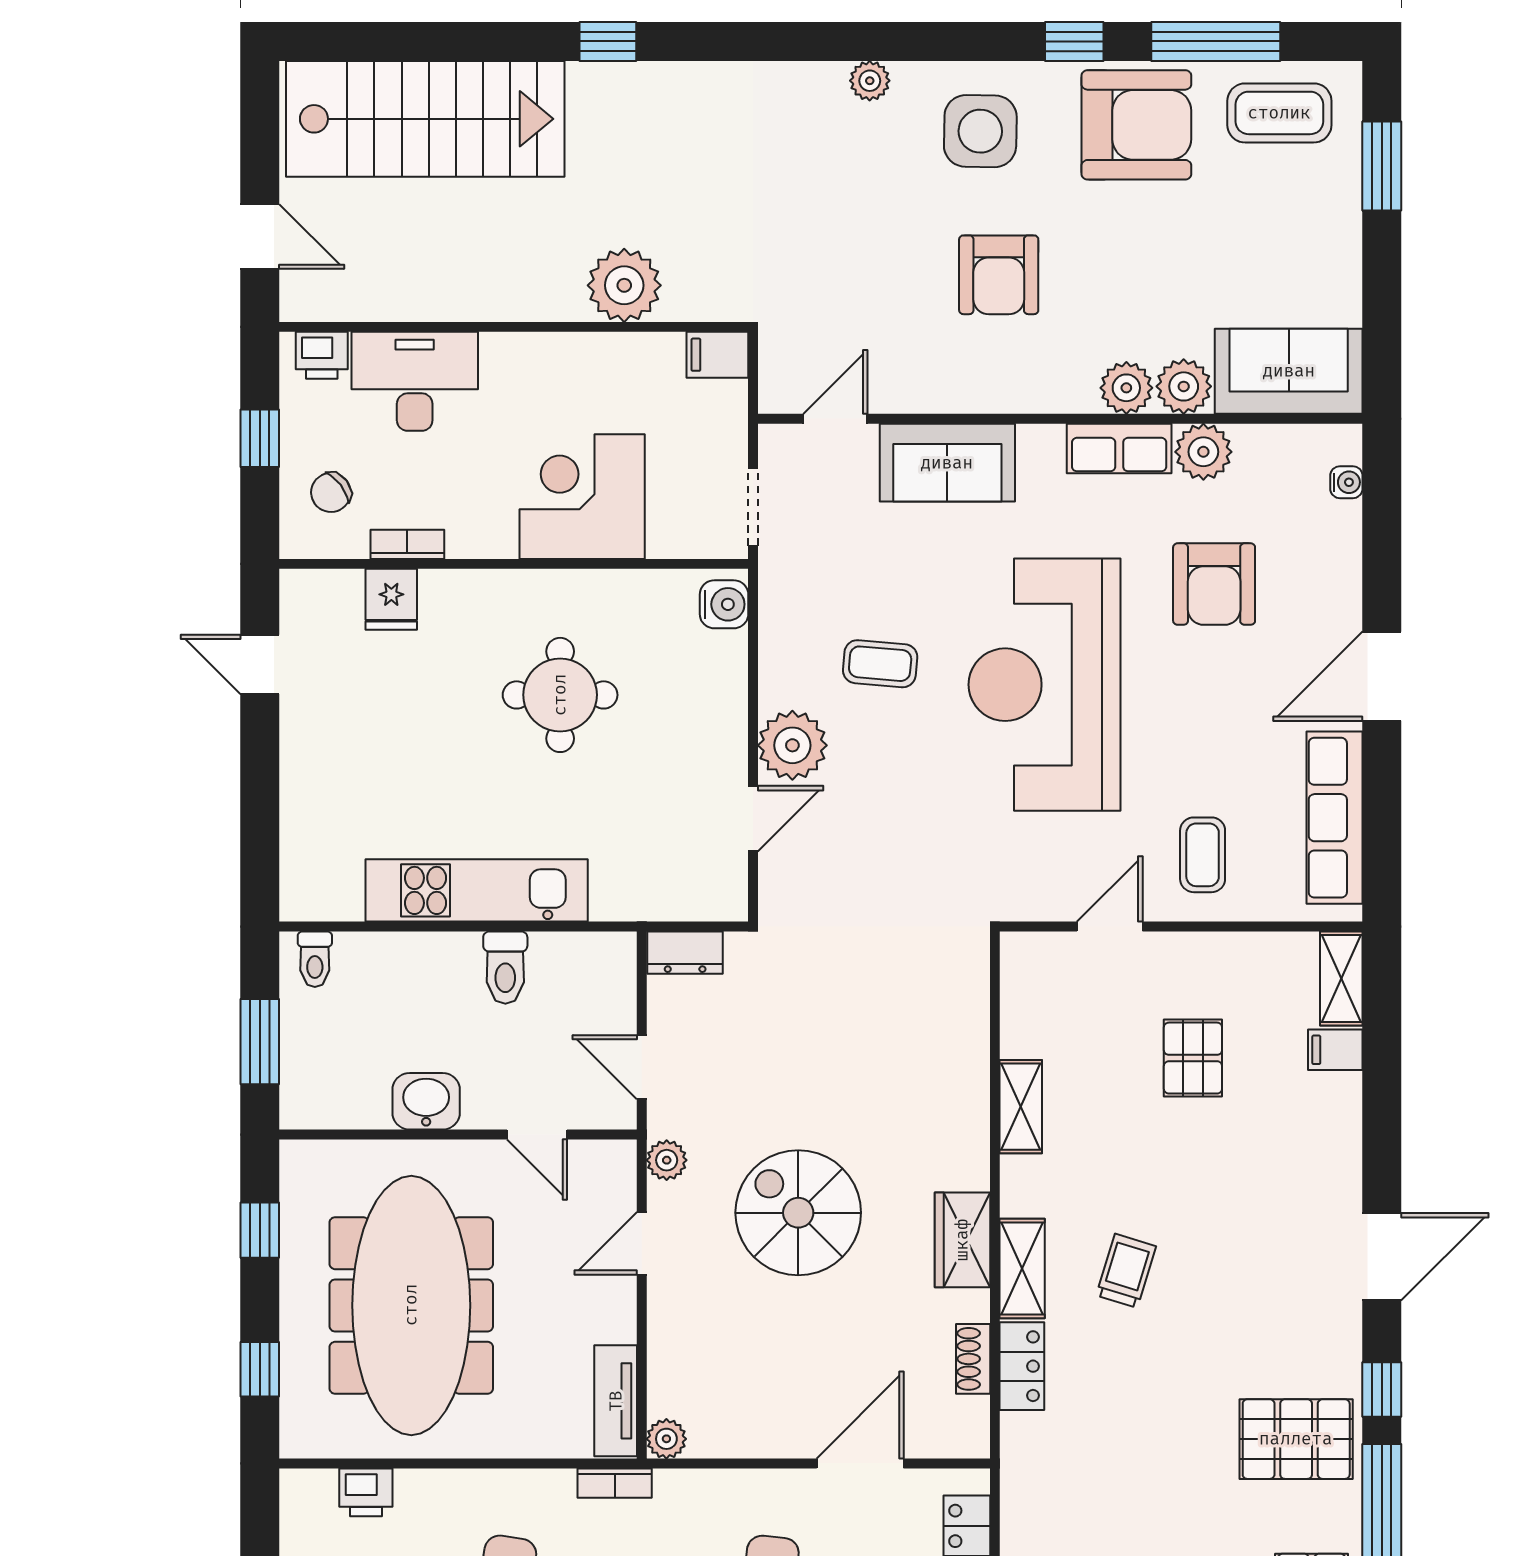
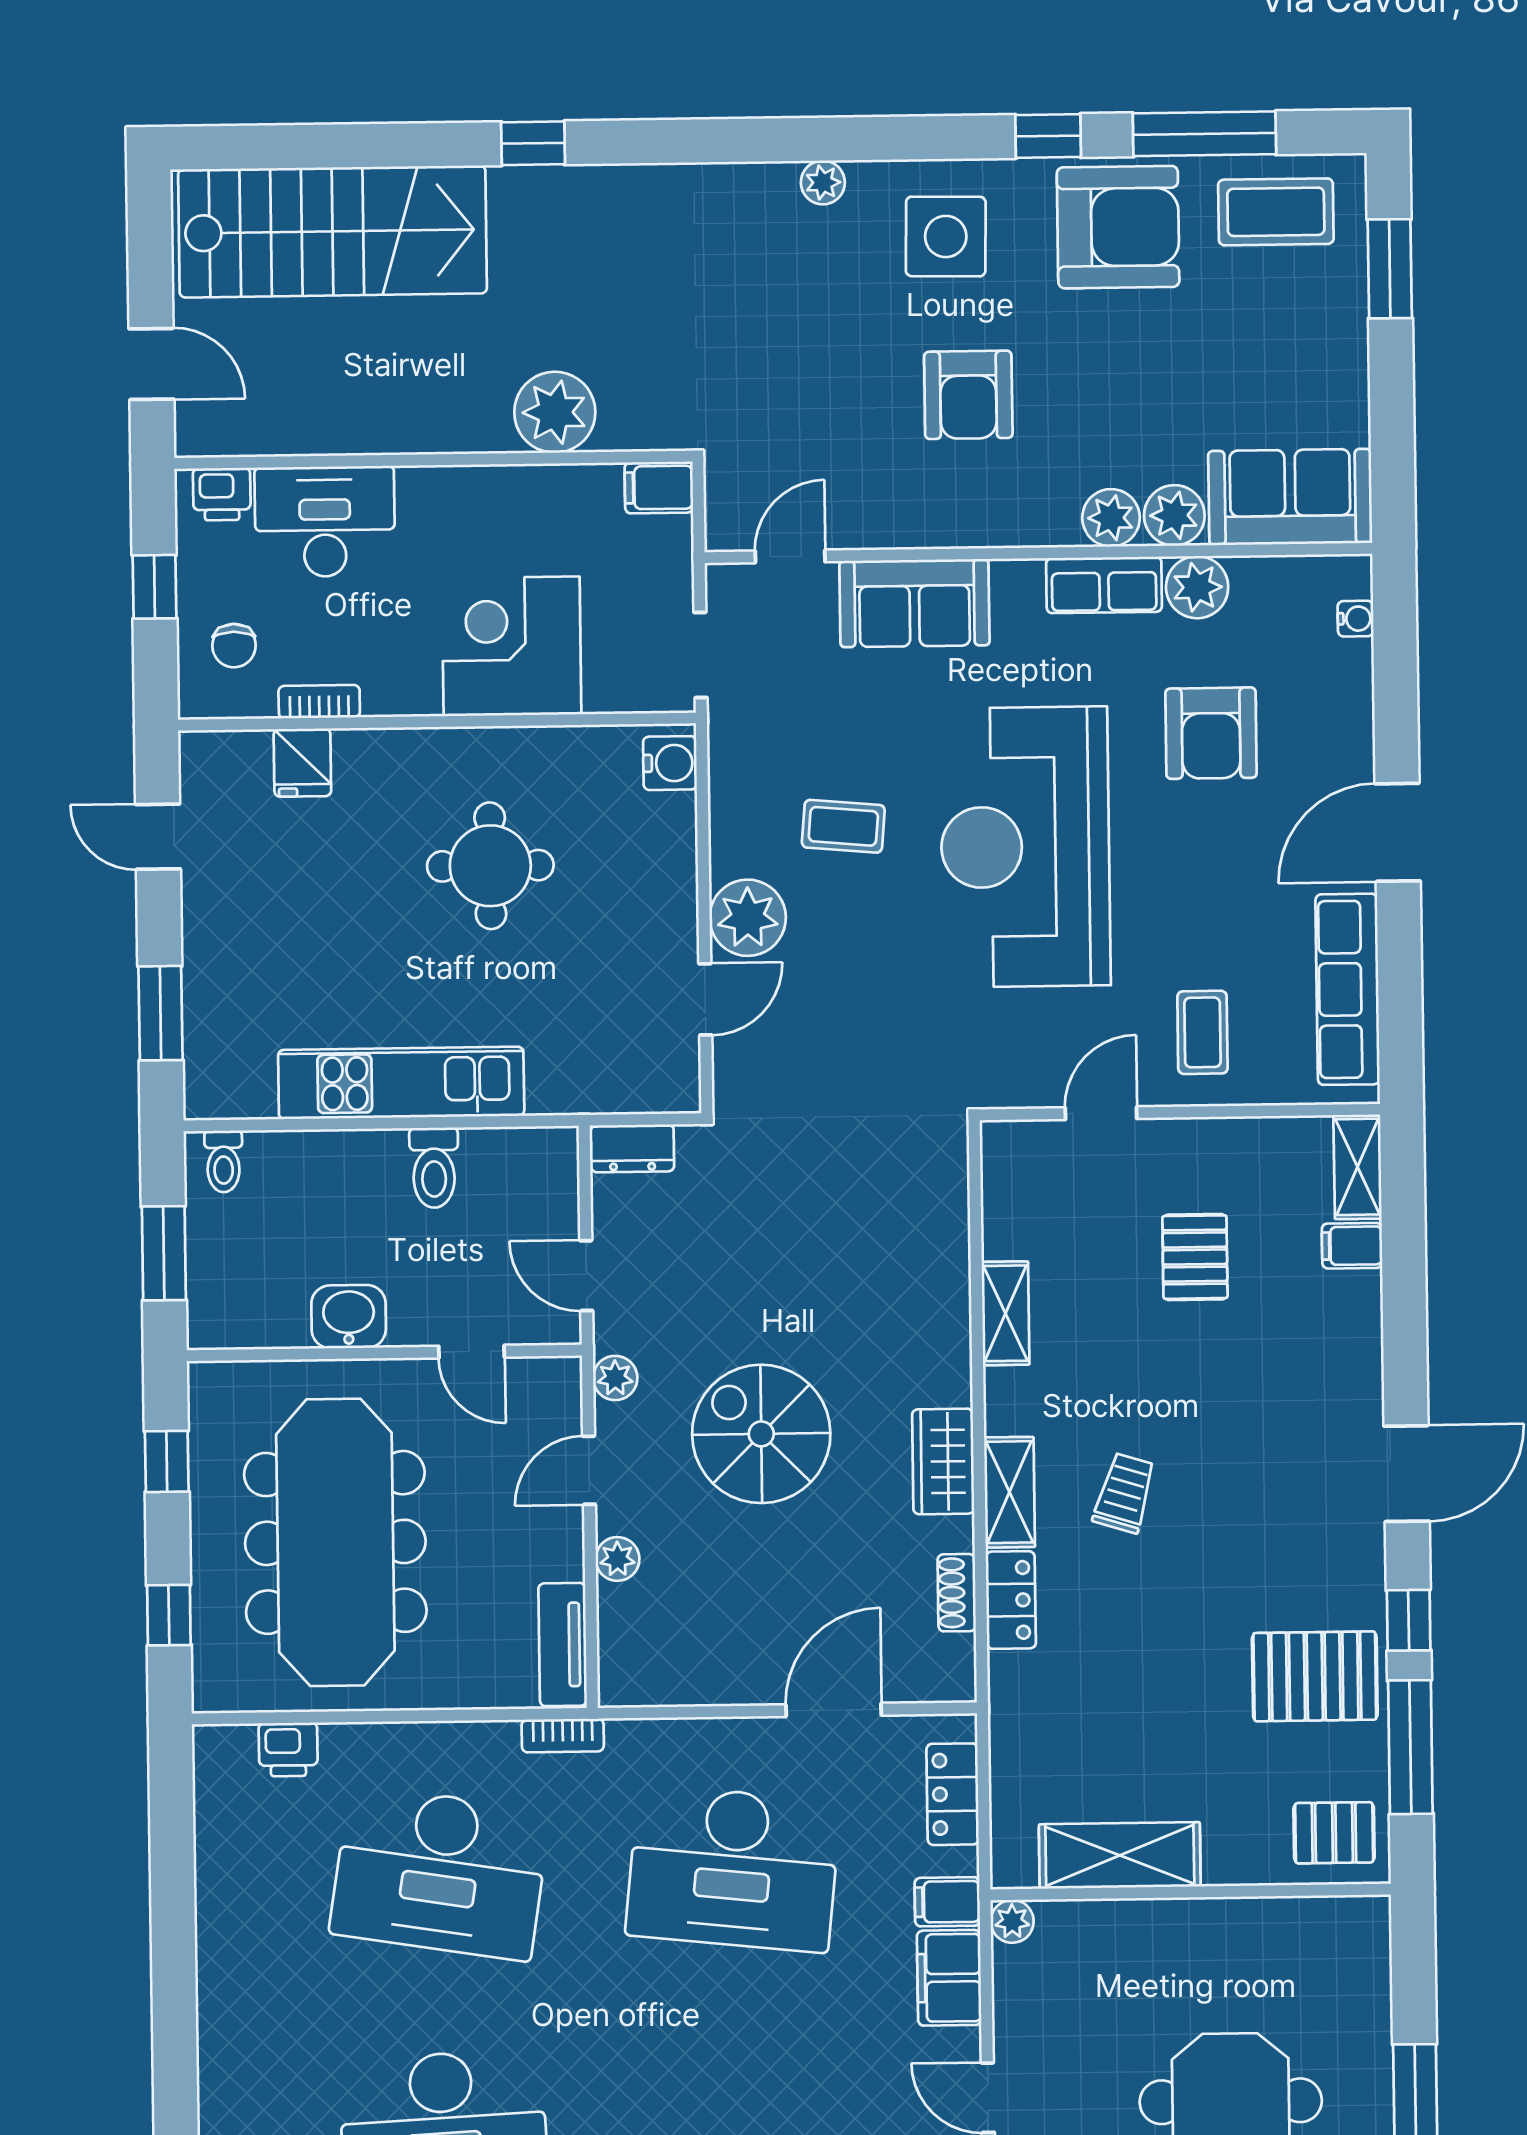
chair: (331, 492) -> (234, 646), turned -53
window: (260, 824) -> (160, 1013), added
plant: (666, 1439) -> (617, 1559), moved

